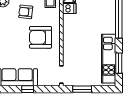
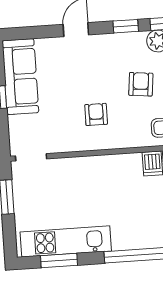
armchair: (41, 37) -> (96, 114), width x0.53, depth x0.53

